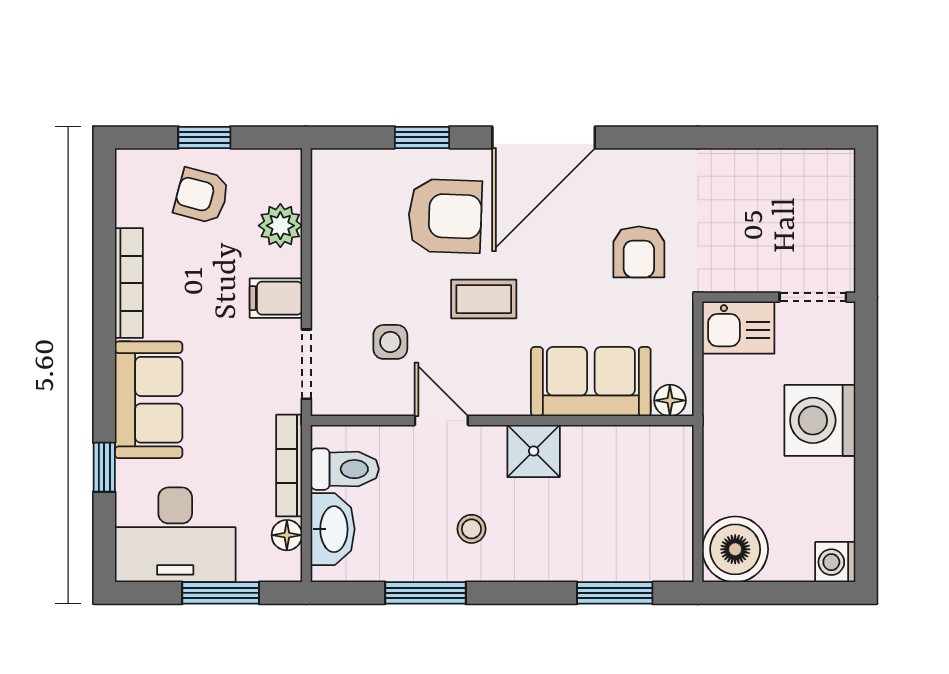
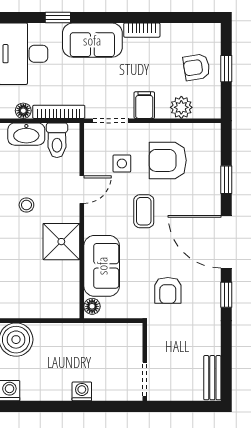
window: (647, 137) -> (226, 295), added
bench: (810, 165) -> (212, 378), added
armchair: (202, 196) -> (196, 67), turned -114
armchair: (445, 216) -> (168, 160), moved, turned 88
armchair: (639, 252) -> (168, 290), turned -90
bookcase: (129, 283) -> (142, 30), width x0.64
kitchen sink: (738, 328) -> (129, 341), removed
washing machine: (820, 420) -> (82, 391), width x0.53, depth x0.53
shower: (534, 451) -> (61, 242), width x1.36, depth x1.36

